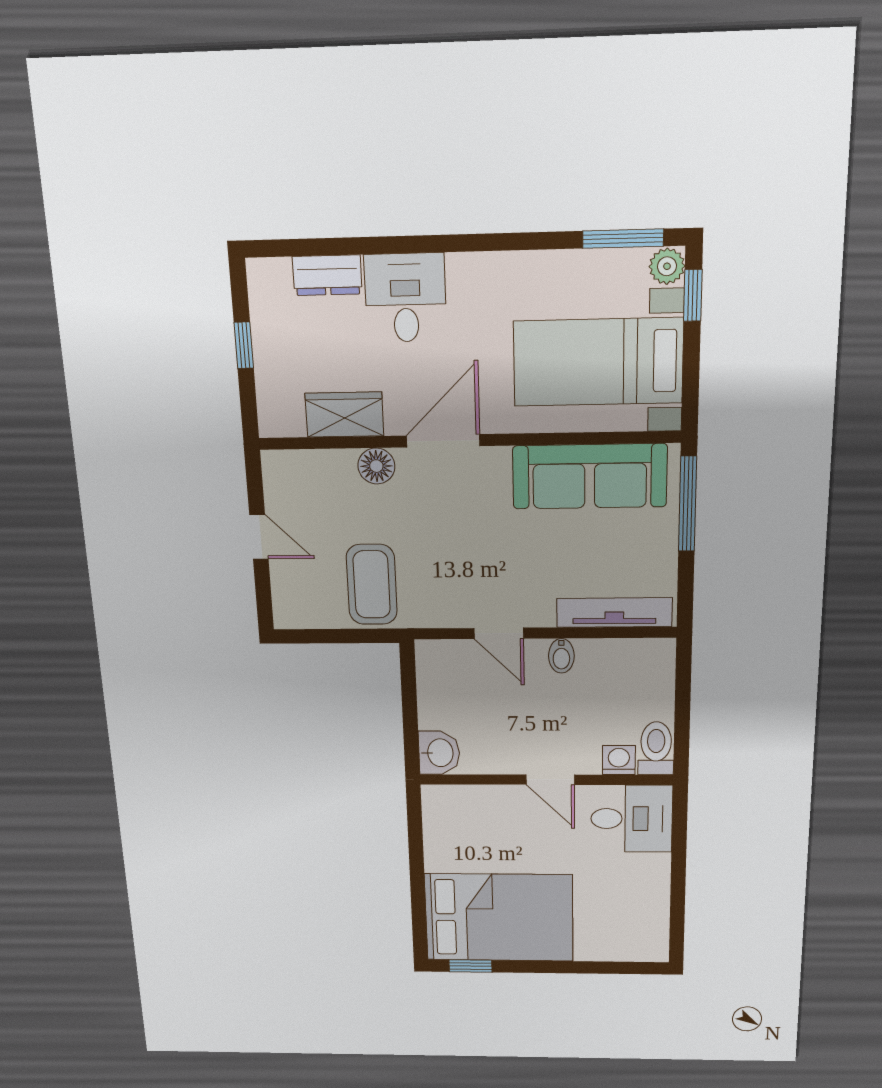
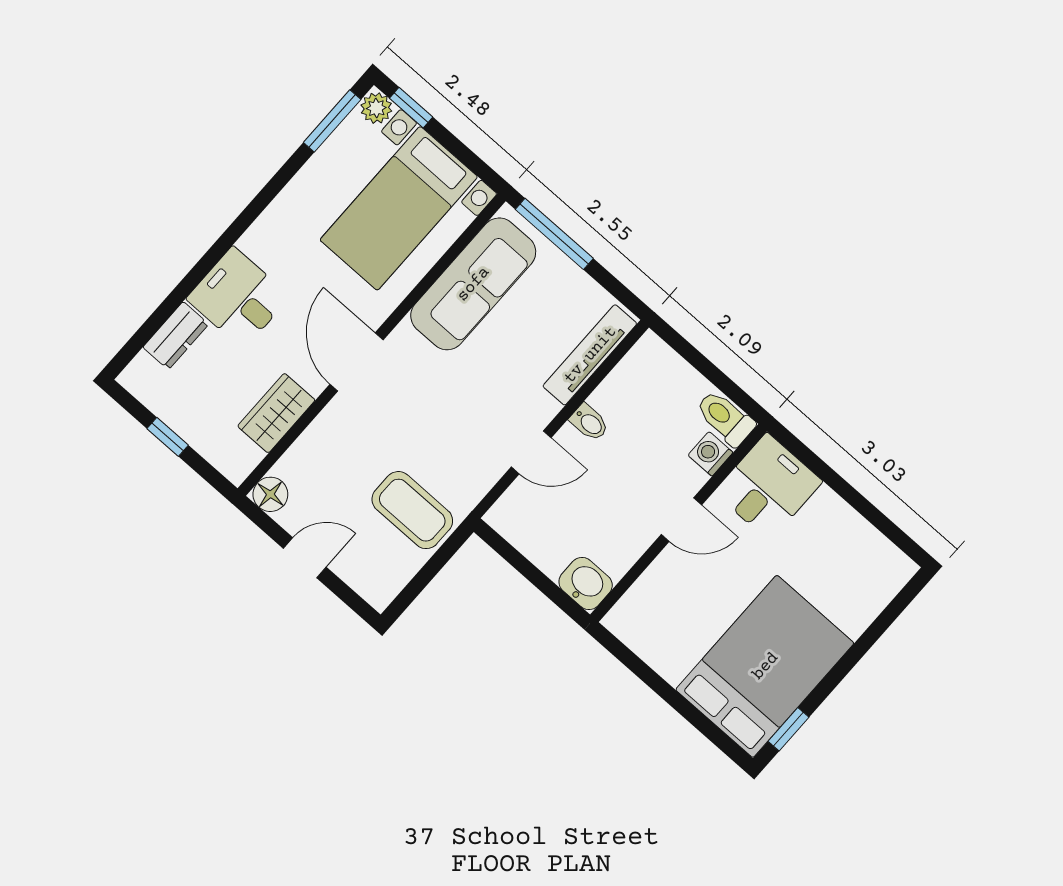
floor lamp: (376, 466) -> (270, 494), moved

